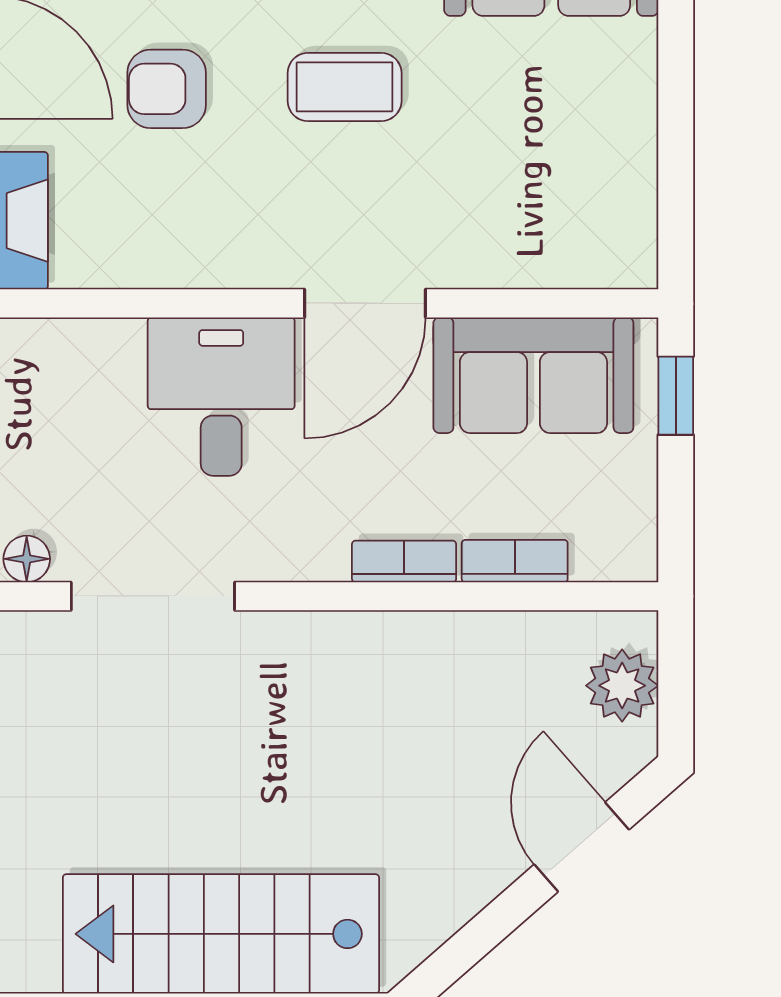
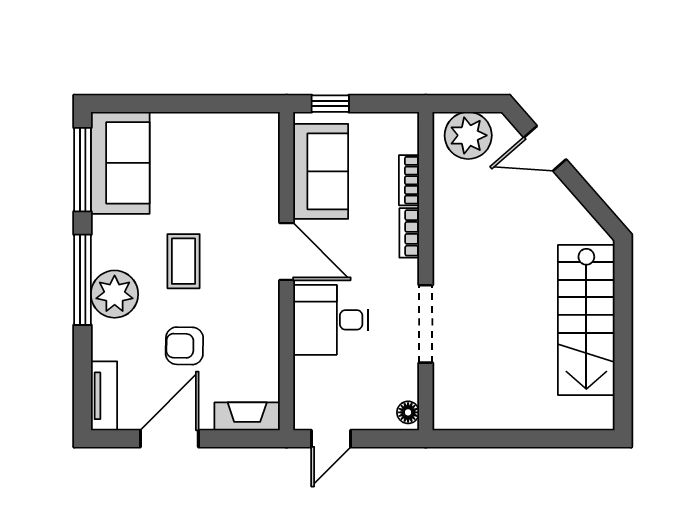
armchair: (167, 89) -> (184, 346), turned 91
doorway: (153, 596) -> (426, 324), moved
plant: (622, 686) -> (468, 135), width x1.36, depth x1.36

